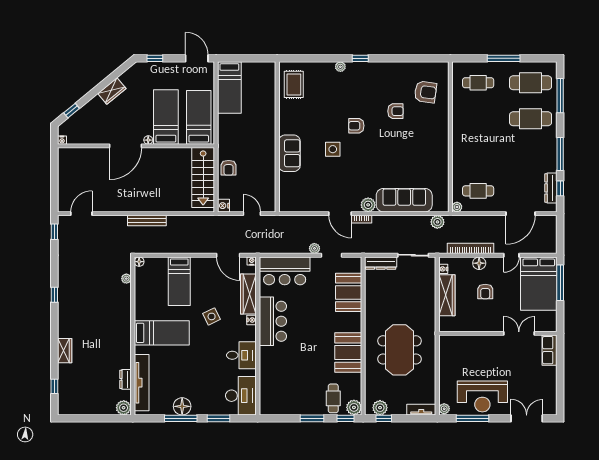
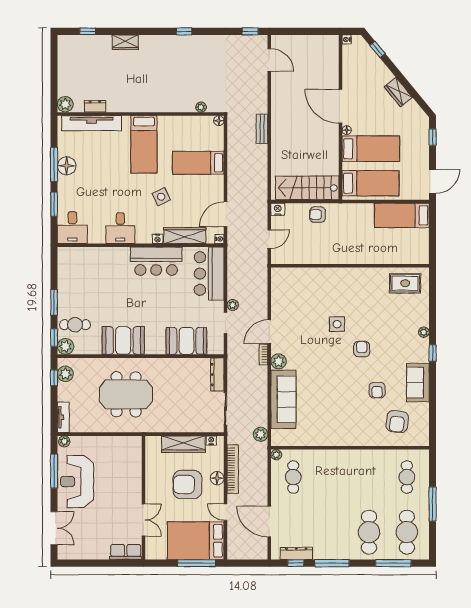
sofa: (289, 153) -> (418, 383), moved, turned 90
bench: (147, 221) -> (262, 129), width x0.73
armchair: (485, 291) -> (187, 484), width x1.88, depth x1.88
desk: (241, 396) -> (72, 228), width x0.73

